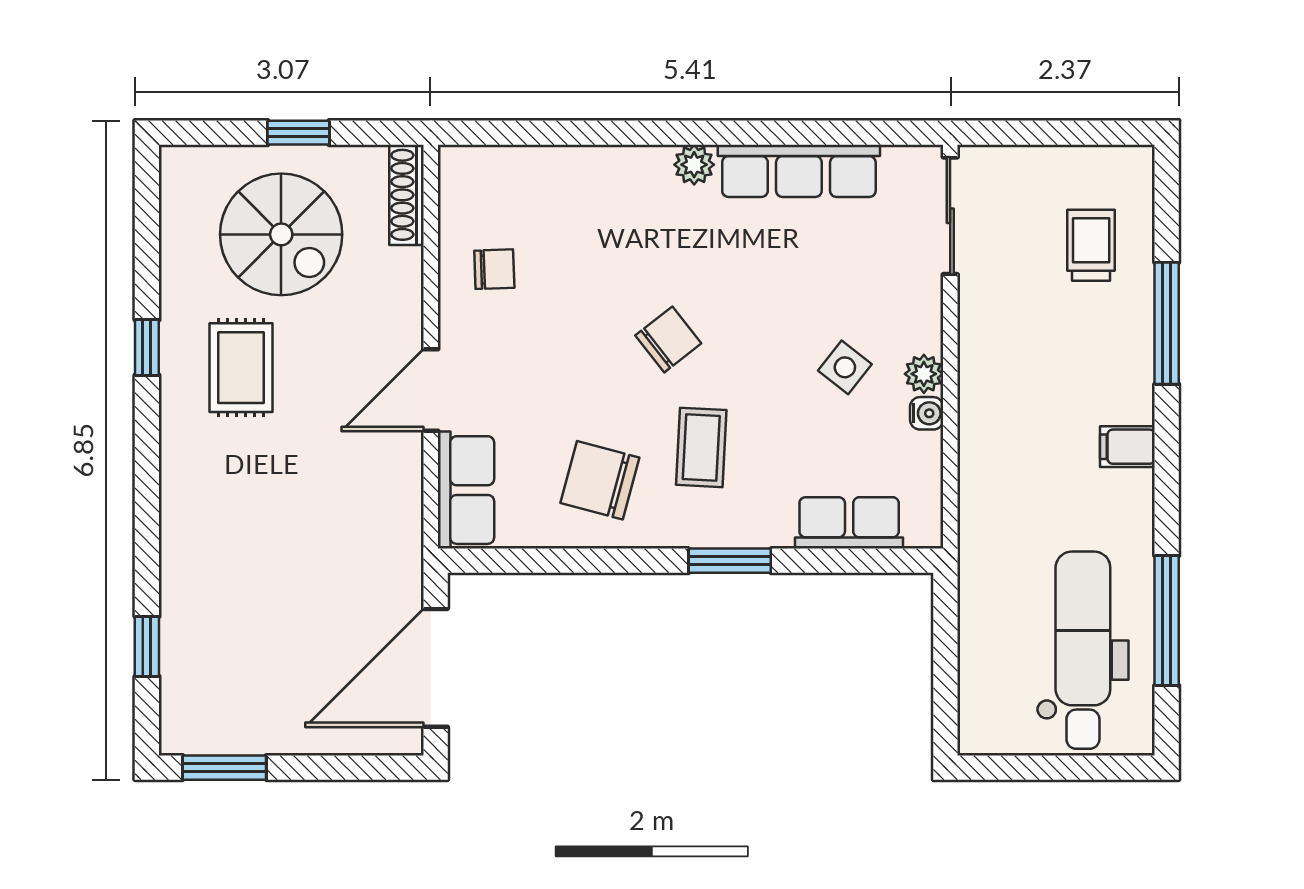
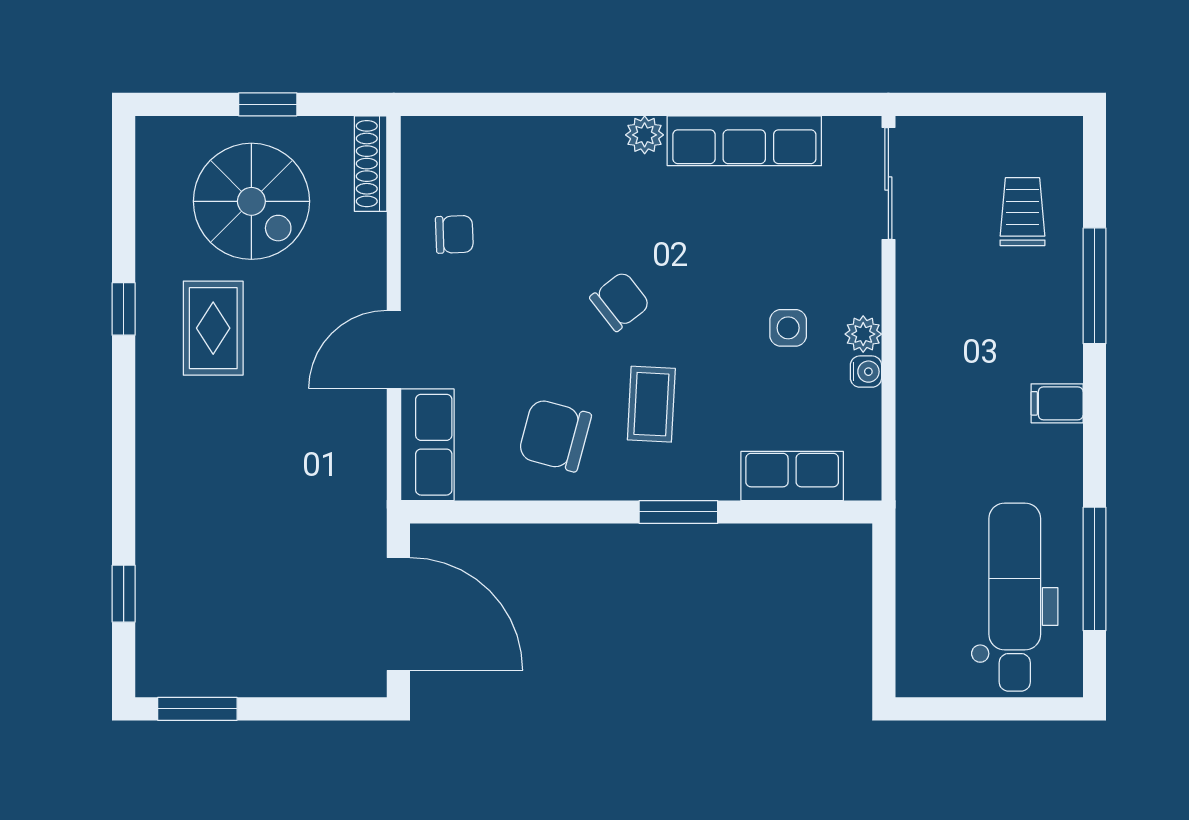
side table: (845, 367) -> (788, 328), turned -38
door: (436, 668) -> (398, 614), swing flipped

